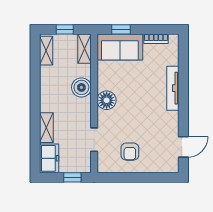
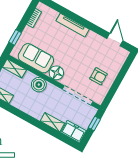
sofa: (120, 47) -> (36, 58), moved, turned -90
doorway: (94, 140) -> (78, 95), width x1.88

